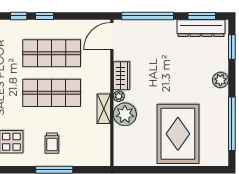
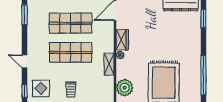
plant: (220, 80) -> (195, 43), removed
plant: (125, 114) -> (125, 88), moved

